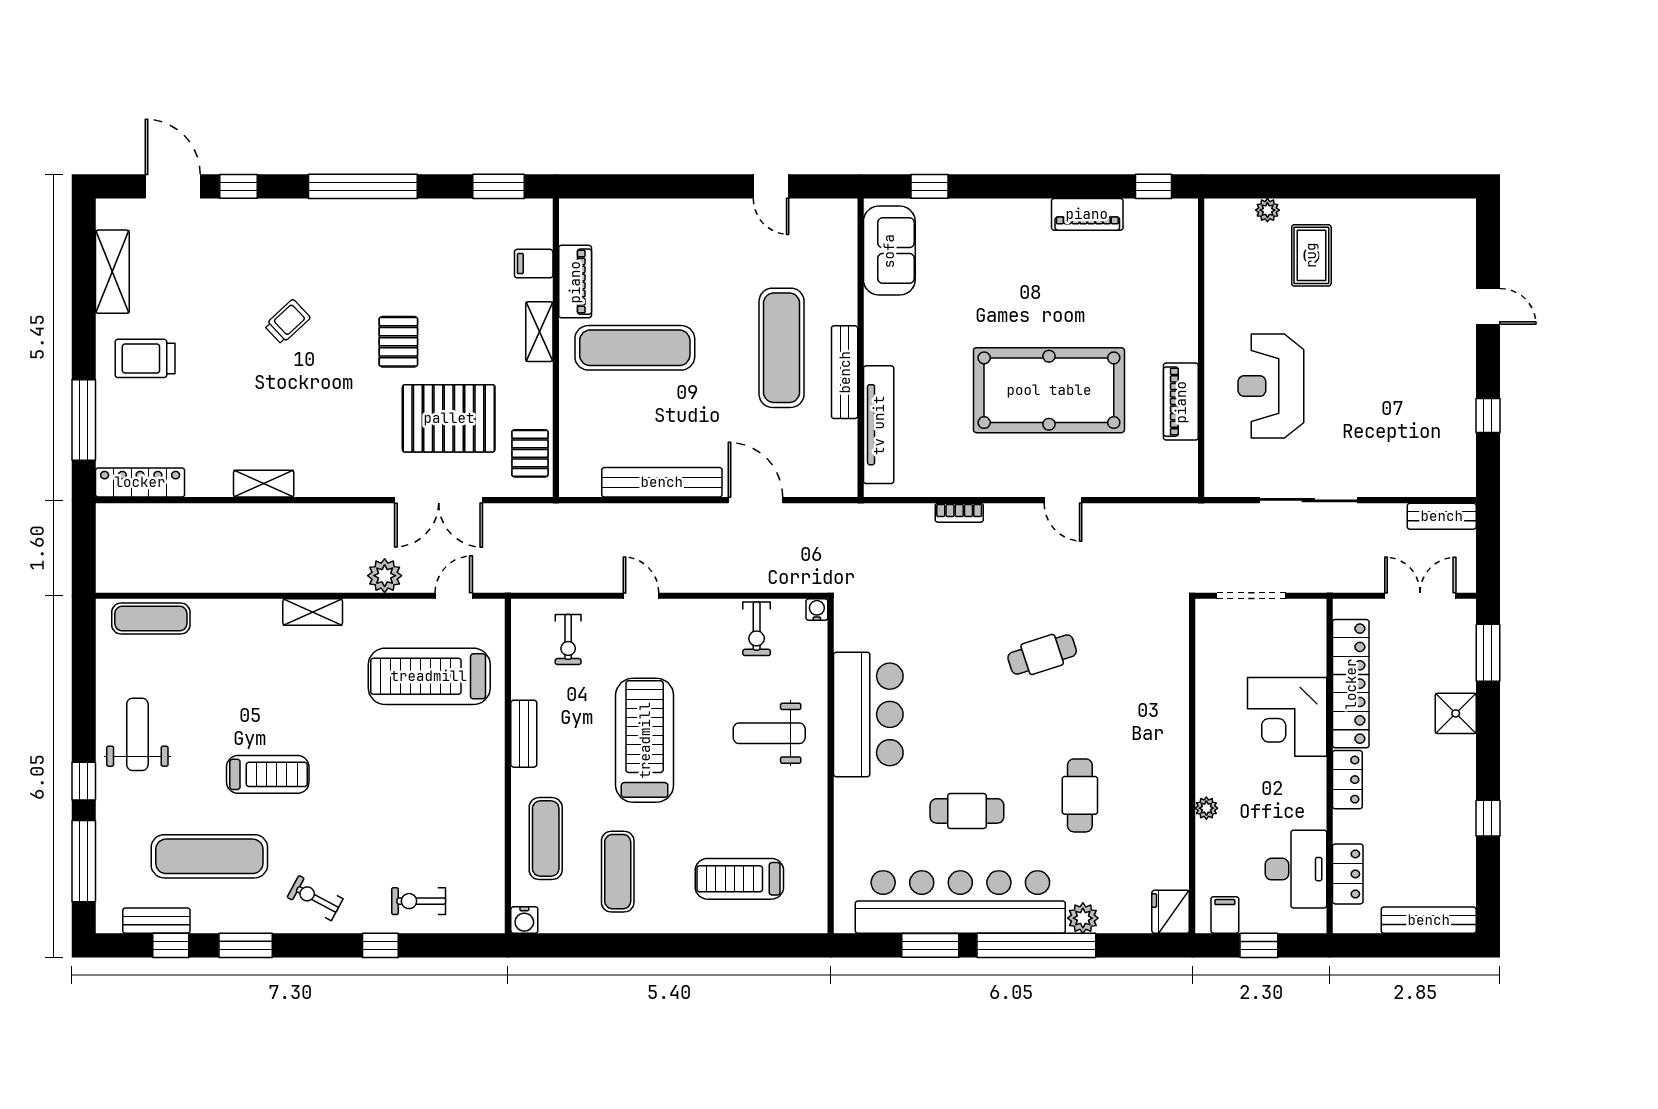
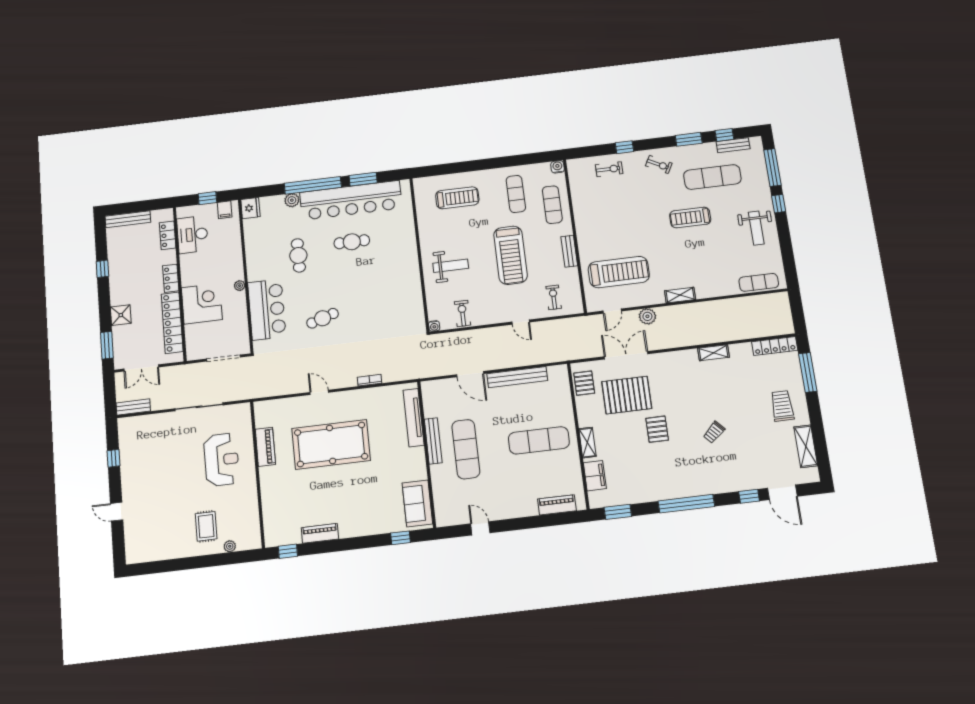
filing cabinet: (534, 264) -> (595, 476), width x2.00
piano: (575, 282) -> (557, 505), moved, turned 90
trolley: (145, 358) -> (782, 406), turned -90
bar counter: (868, 714) -> (267, 310), moved, turned 180
plant: (1206, 808) -> (240, 286), moved

